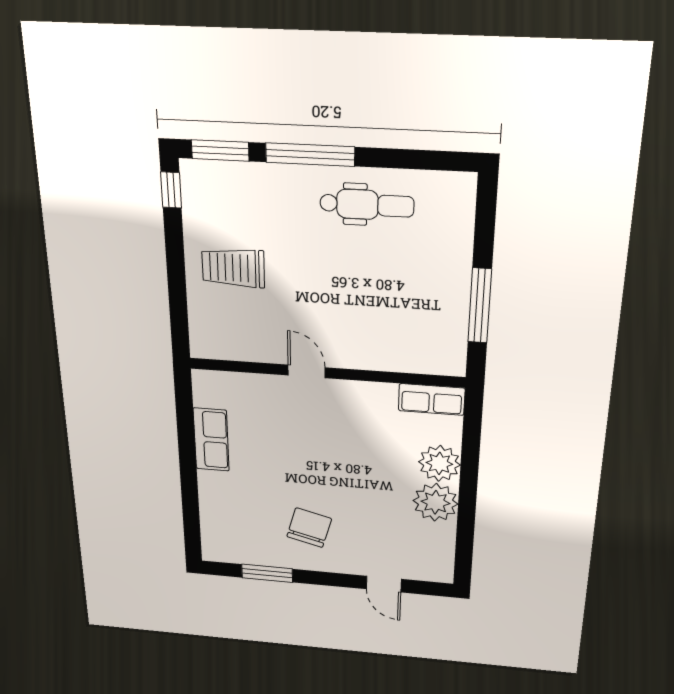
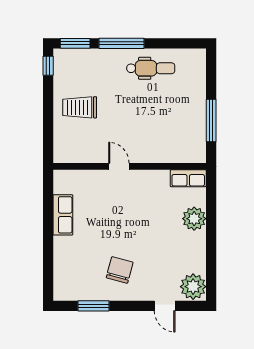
plant: (435, 502) -> (193, 287), moved

